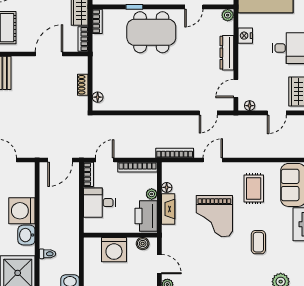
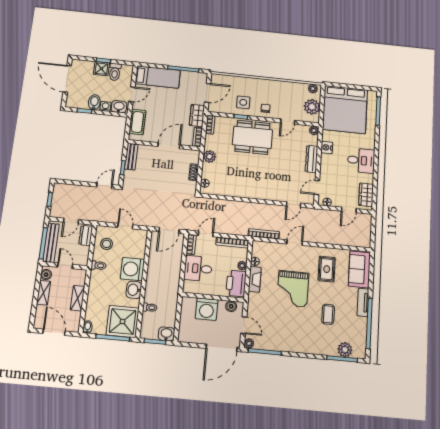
plant: (100, 63) -> (210, 156), added

